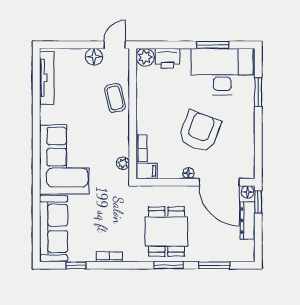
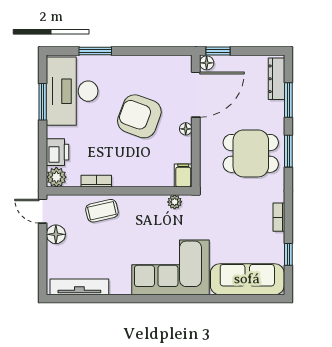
bookcase: (142, 148) -> (96, 181), moved
dresser: (247, 220) -> (276, 79), moved, turned 90

